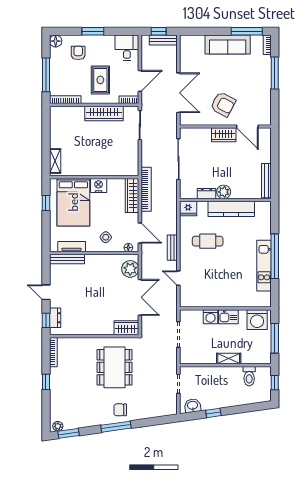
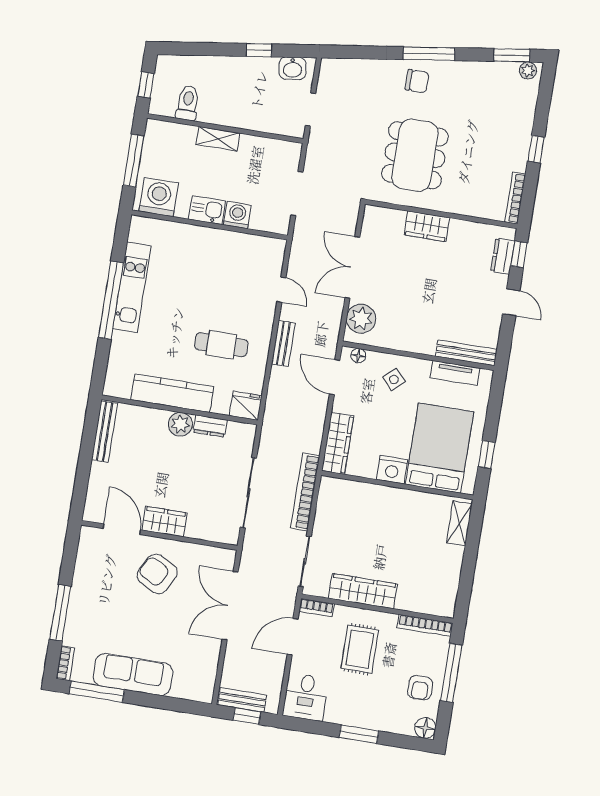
armchair: (78, 53) -> (420, 688), moved
bookcase: (146, 189) -> (305, 492), moved
wardrobe: (126, 328) -> (427, 226), moved

